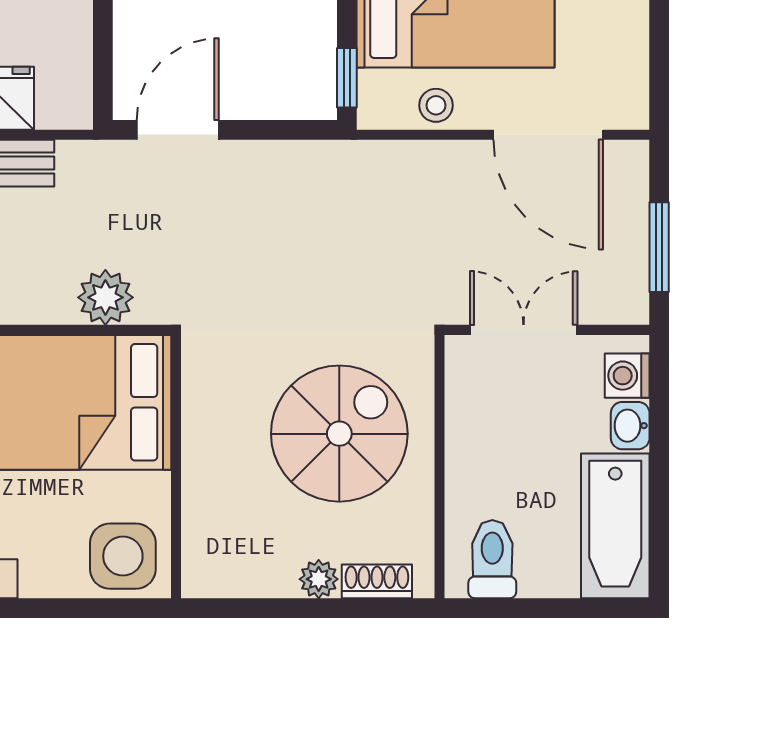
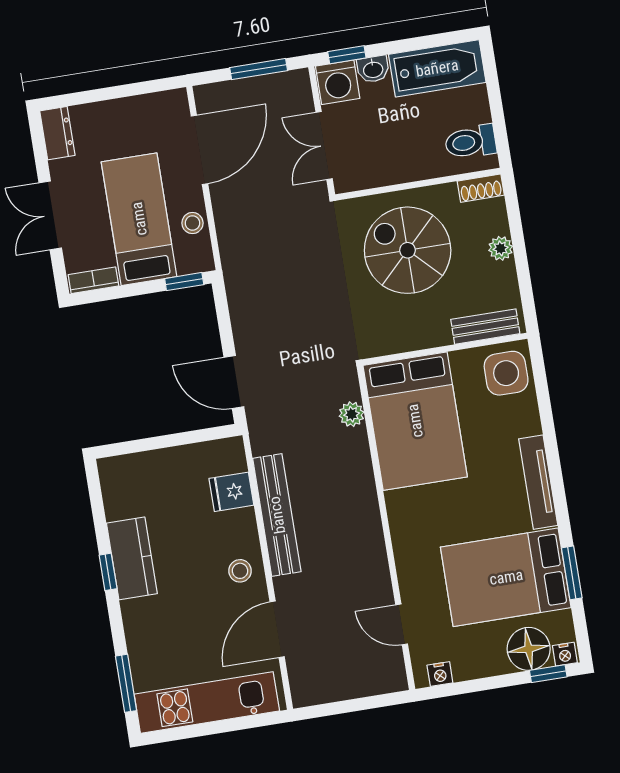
plant: (105, 297) -> (352, 414), width x0.73, depth x0.73
washing machine: (627, 376) -> (338, 82), width x1.38, depth x1.38
window: (659, 388) -> (347, 55), added
bench: (201, 535) -> (485, 327), added
shoe rack: (377, 581) -> (481, 188), moved, turned -90

